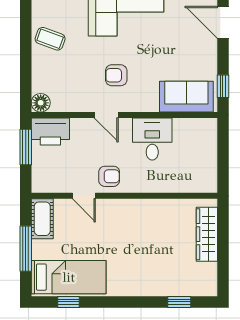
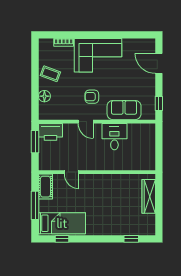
sofa: (186, 97) -> (124, 110), moved
floor lamp: (41, 103) -> (44, 96), moved
armchair: (109, 176) -> (87, 160), removed

